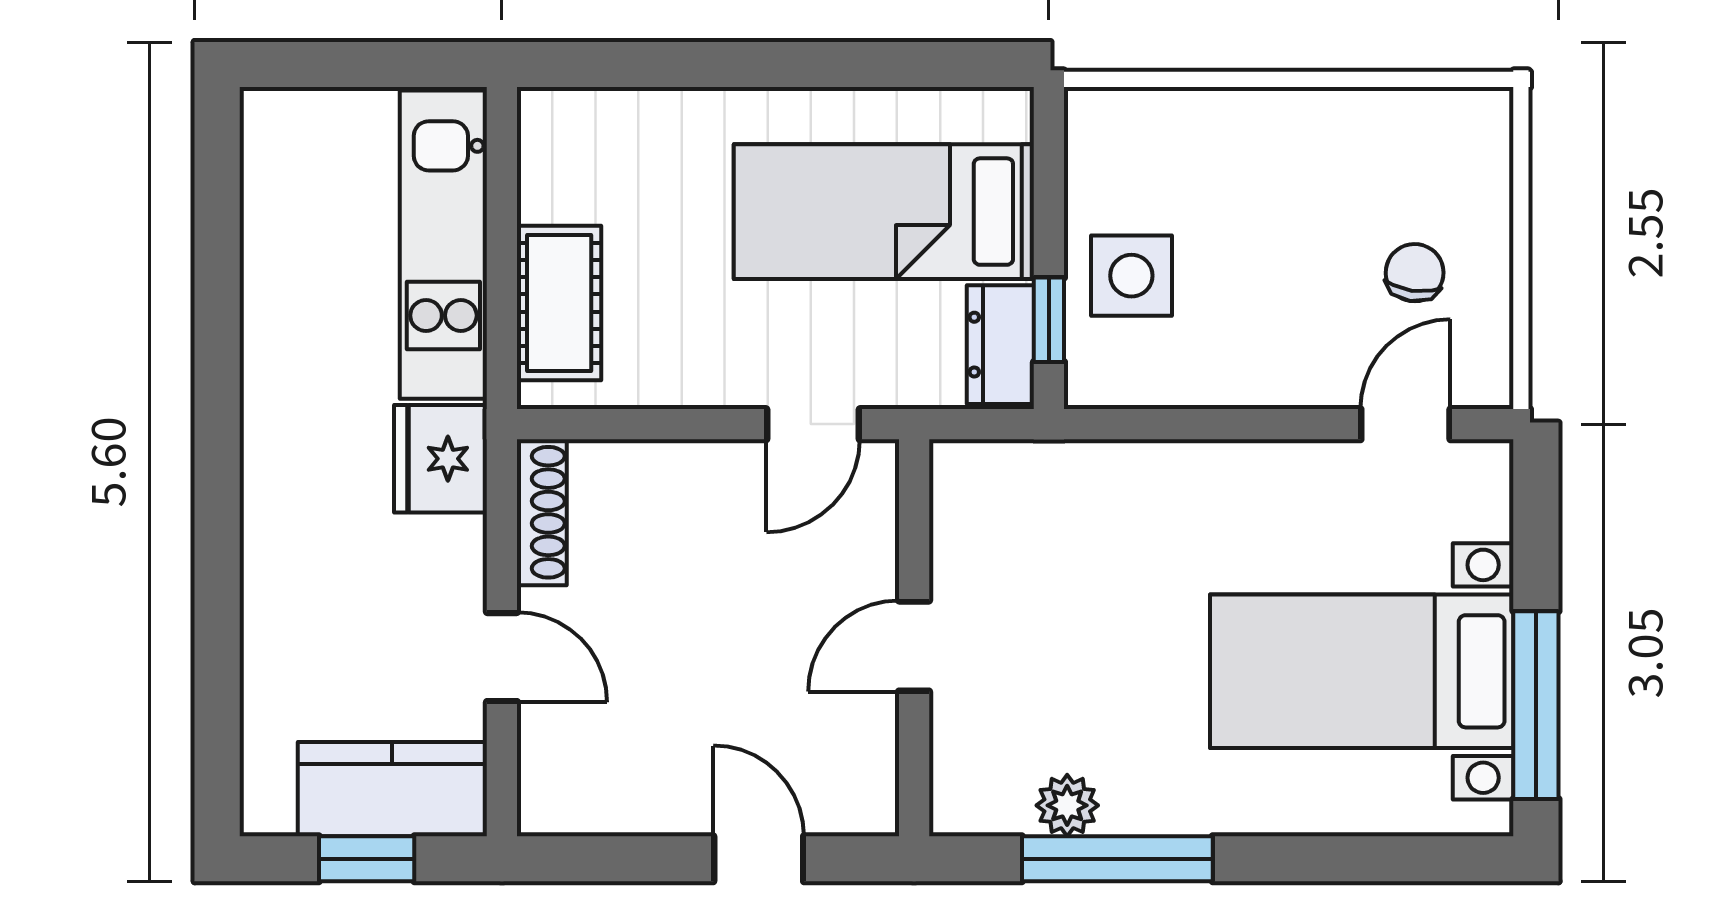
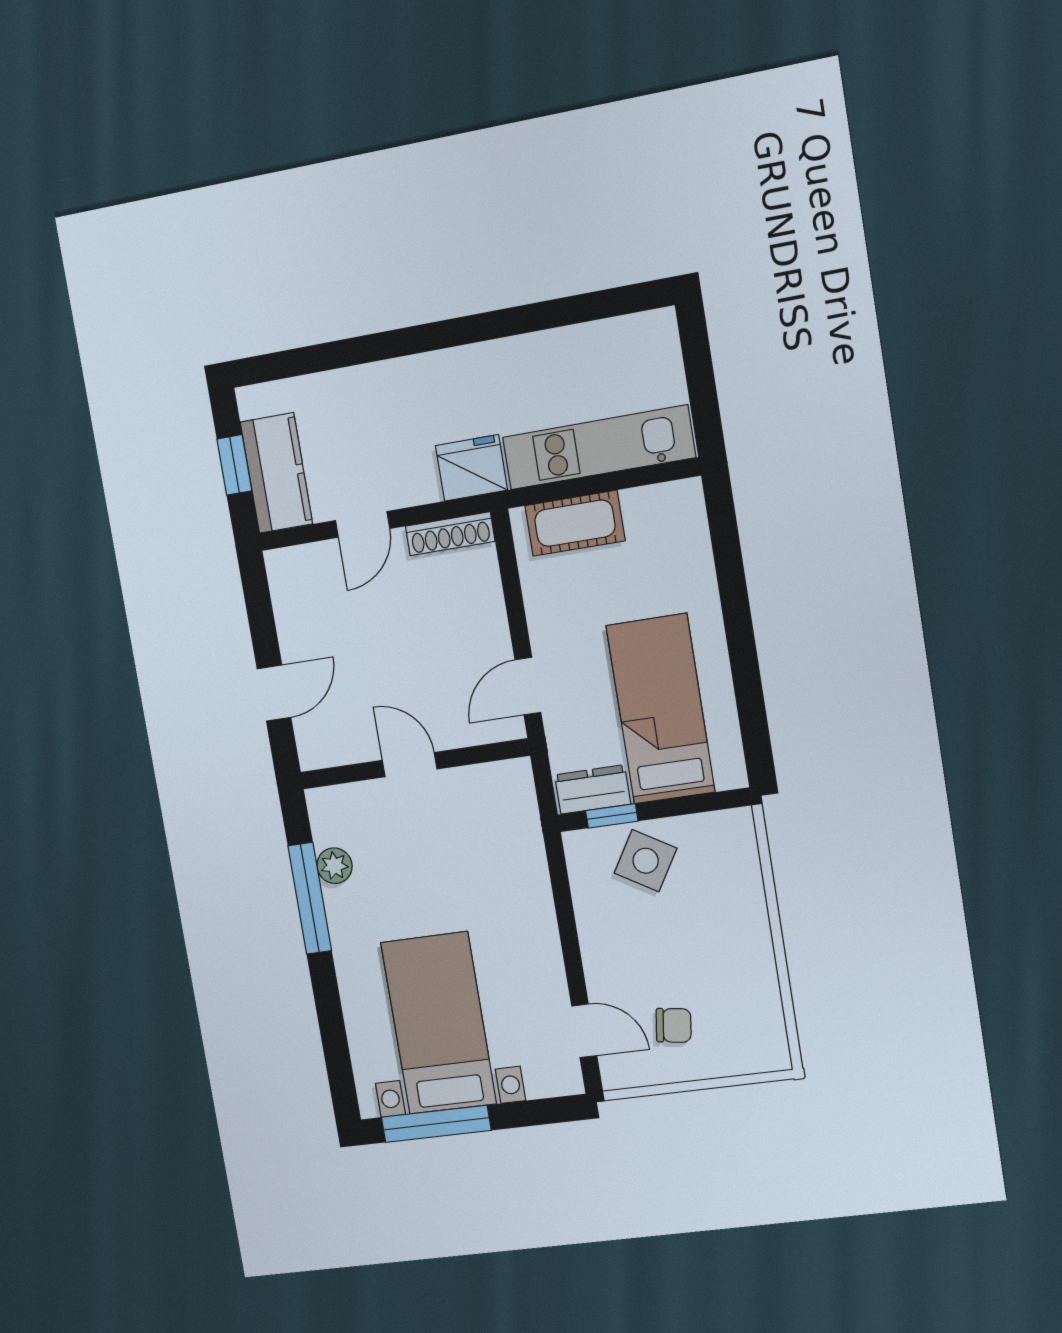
side table: (1131, 276) -> (646, 861), turned 31
door: (813, 424) -> (528, 686), hinge flipped

